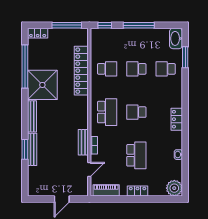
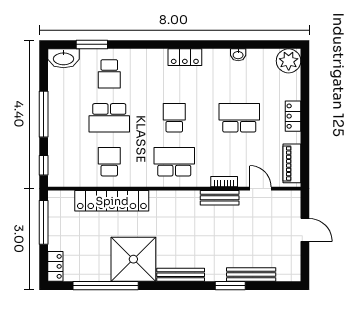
school desk: (136, 69) -> (109, 118), width x1.85
school desk: (136, 112) -> (174, 118), turned 180
bench: (32, 149) -> (251, 274), moved

